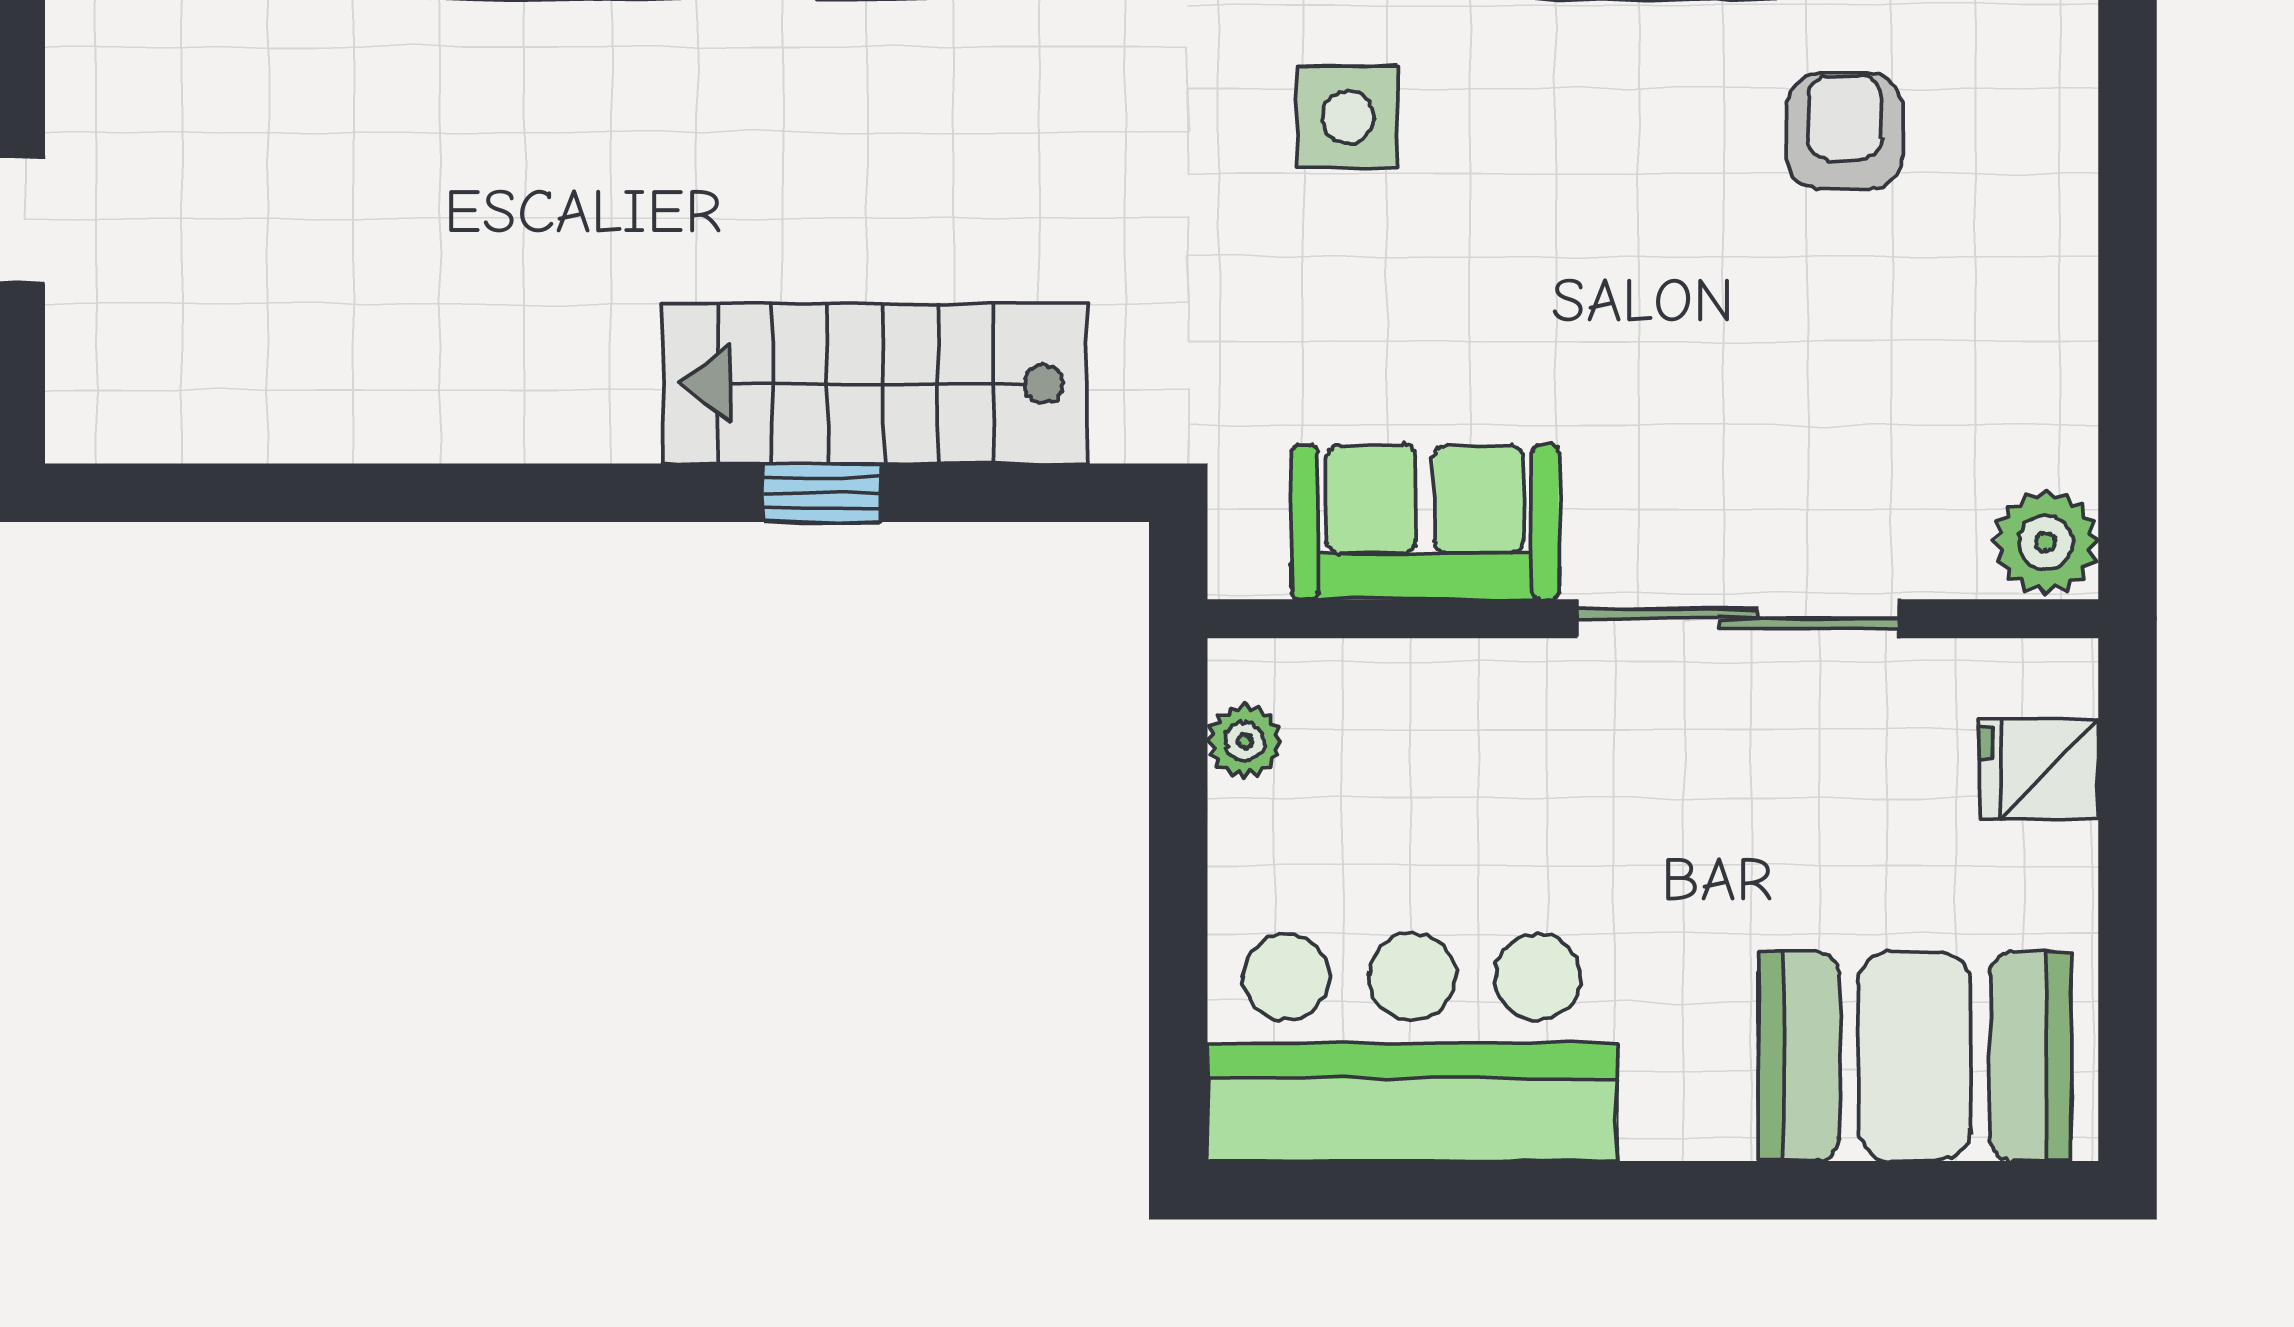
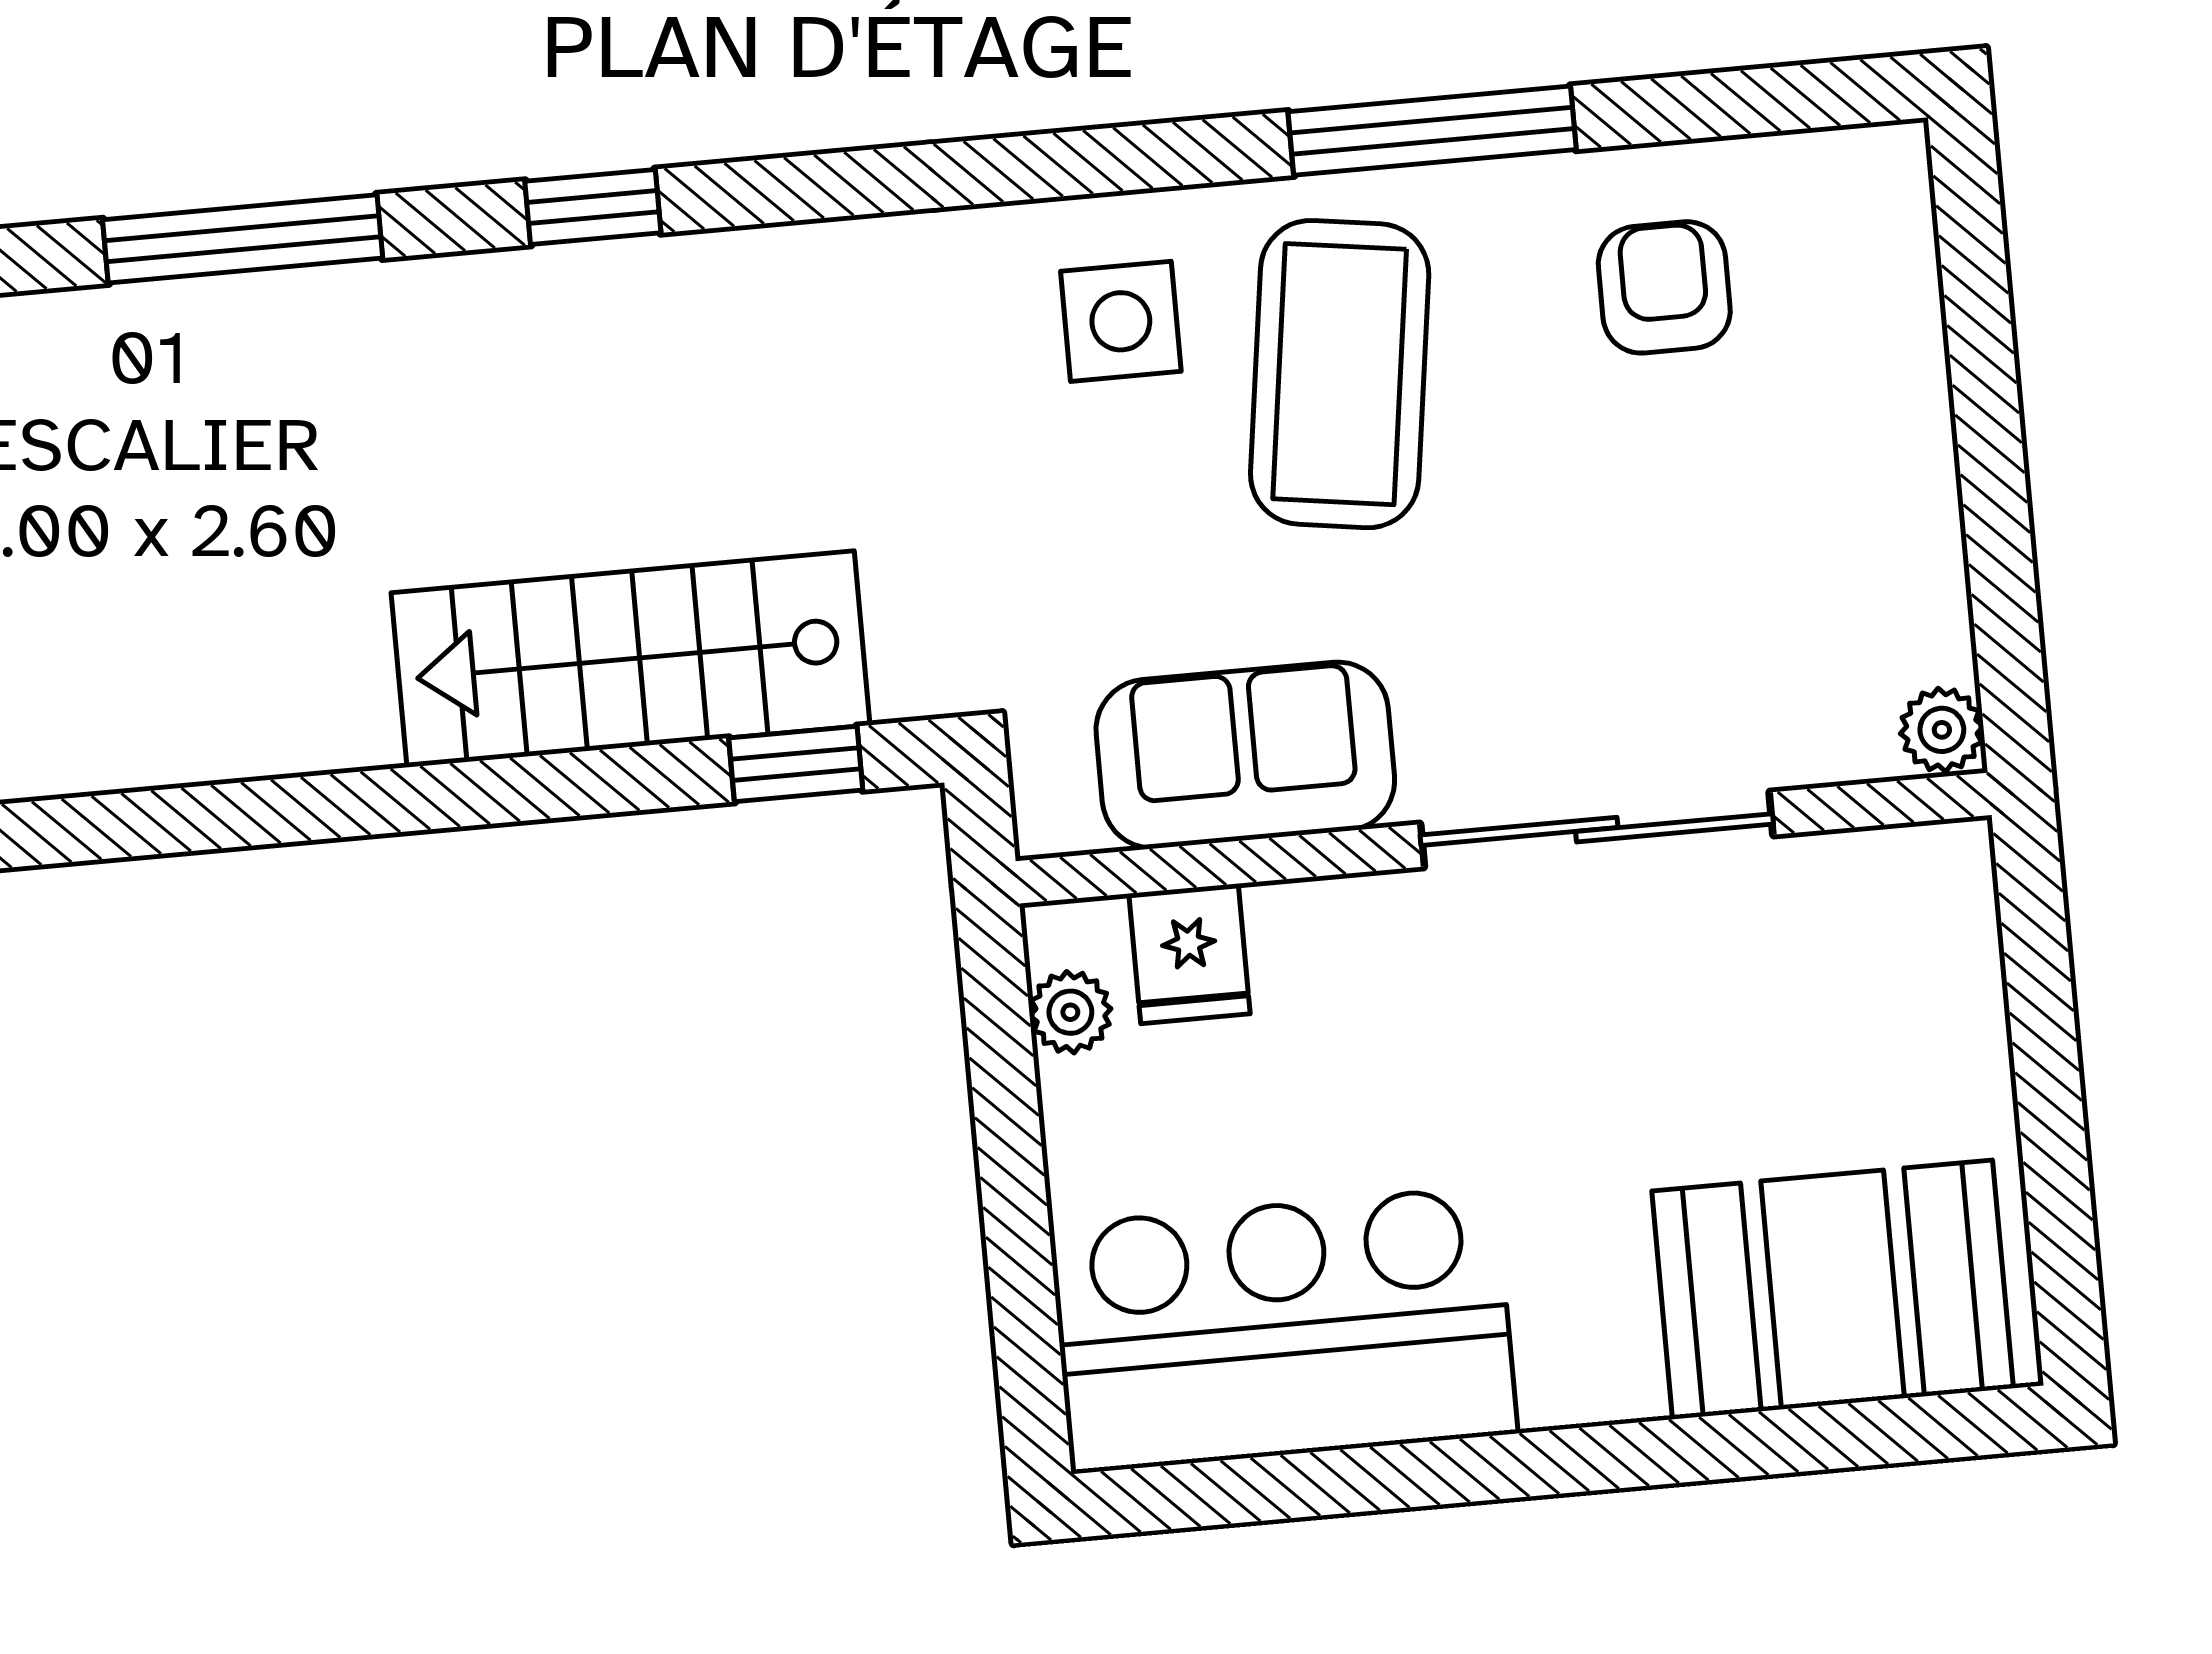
coffee table: (1542, 183) -> (1340, 374), added
window: (822, 493) -> (796, 764), moved
plant: (2046, 542) -> (1942, 730), width x0.73, depth x0.73
fridge: (2039, 769) -> (1189, 954), moved, turned -90

